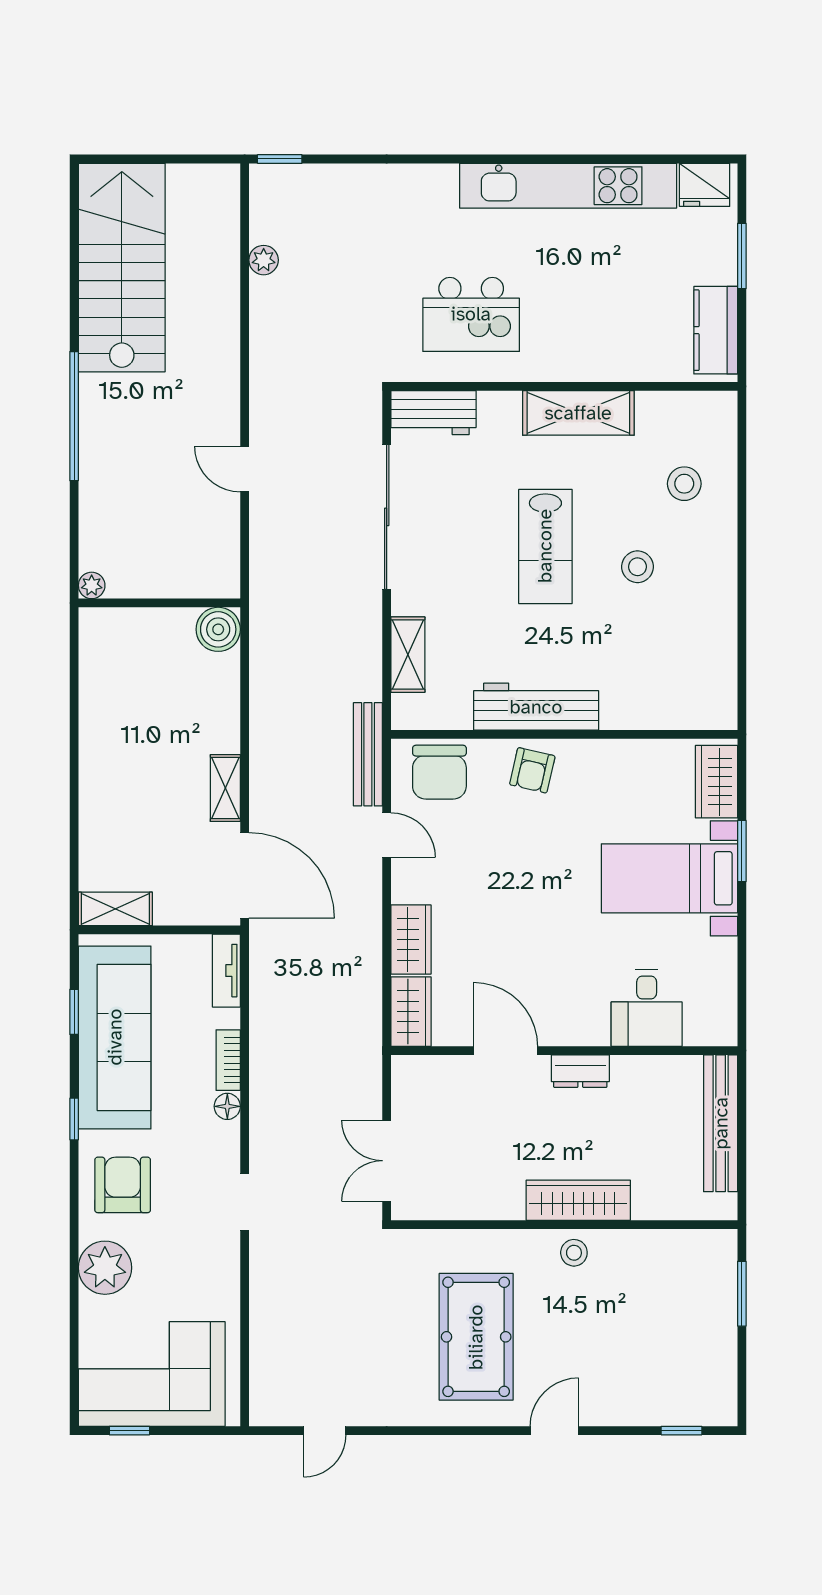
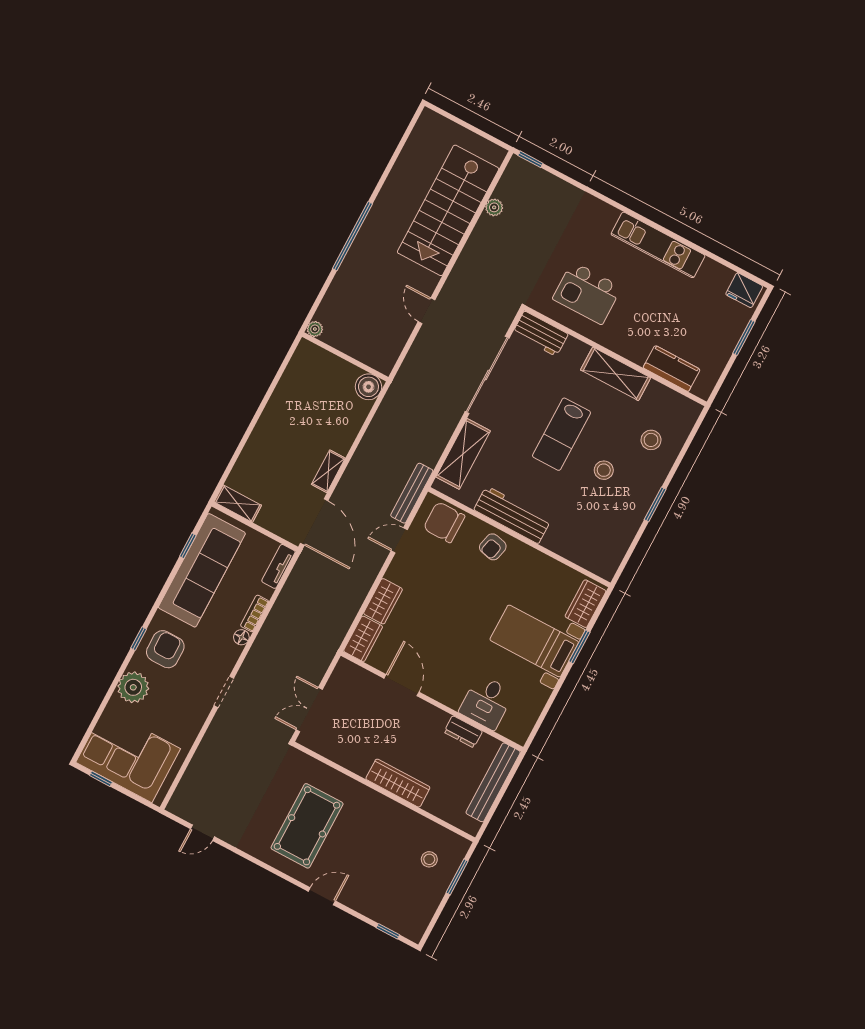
kitchen unit: (568, 186) -> (658, 245), width x0.73
stairs: (122, 268) -> (448, 210), moved, turned 180
kitchen counter: (716, 330) -> (672, 369), moved, turned 90
window: (742, 577) -> (655, 504), added
shelving: (408, 655) -> (463, 454), width x1.50, depth x1.33
chair: (439, 772) -> (444, 522), turned 90
door: (387, 835) -> (399, 540), swing flipped
dresser: (580, 1071) -> (463, 732), moved
window: (74, 1119) -> (139, 639), moved
stool: (574, 1253) -> (429, 859), moved

